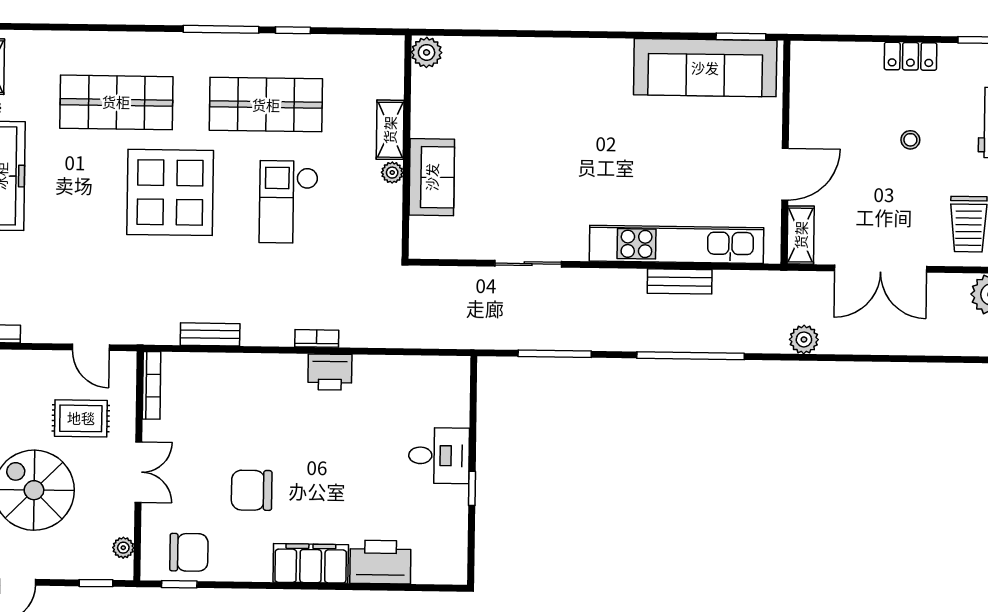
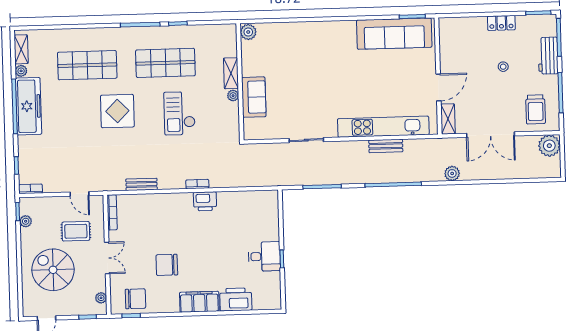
display table: (170, 192) -> (117, 111), width x0.73, depth x0.73
desk: (439, 456) -> (264, 256), moved

